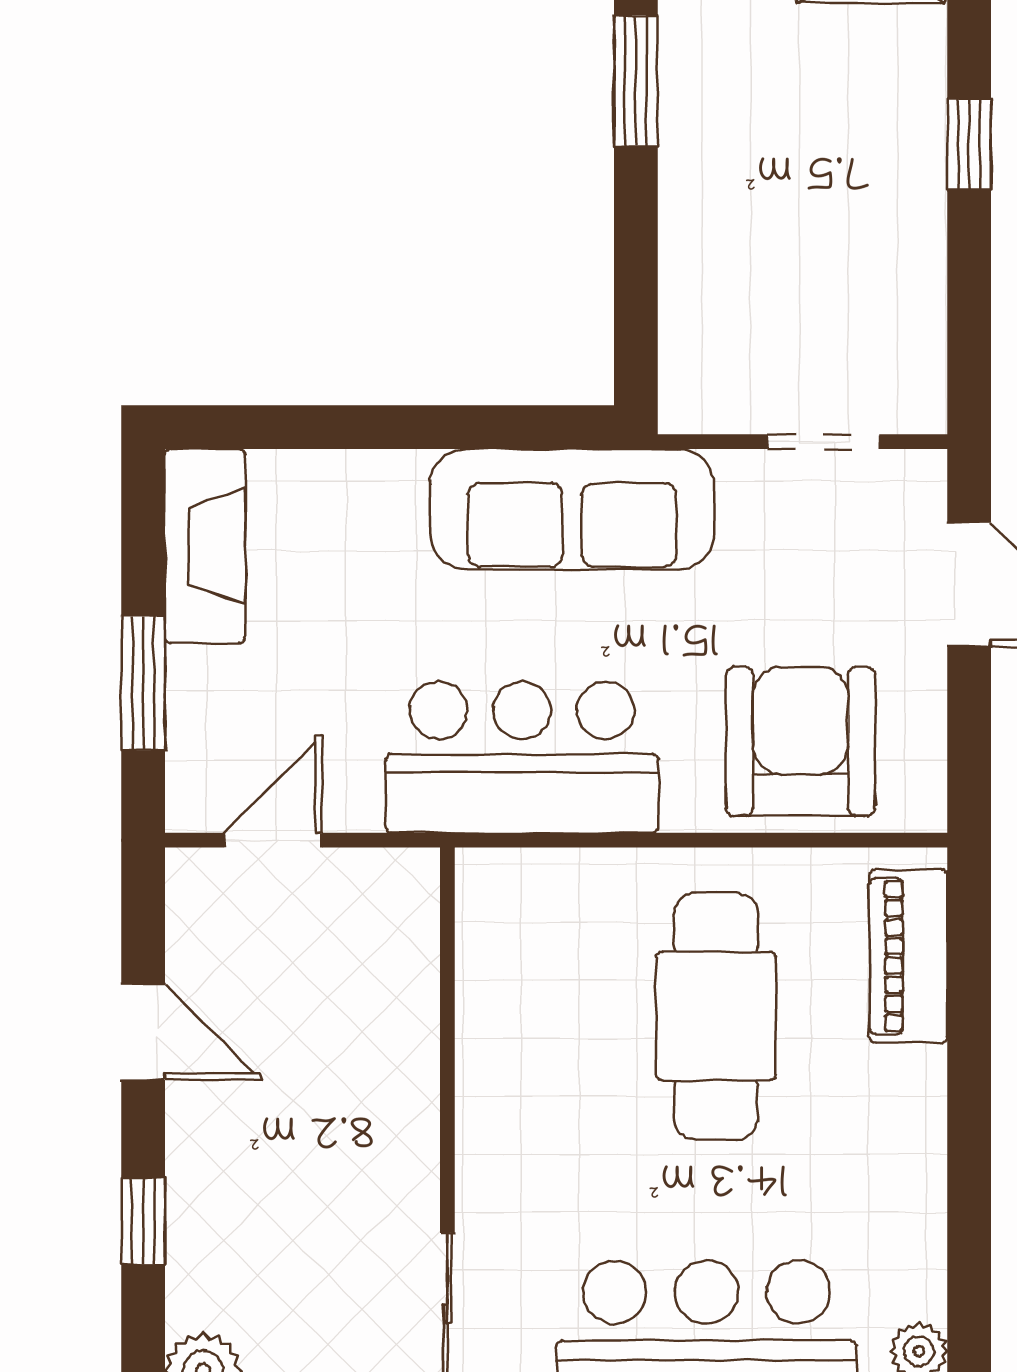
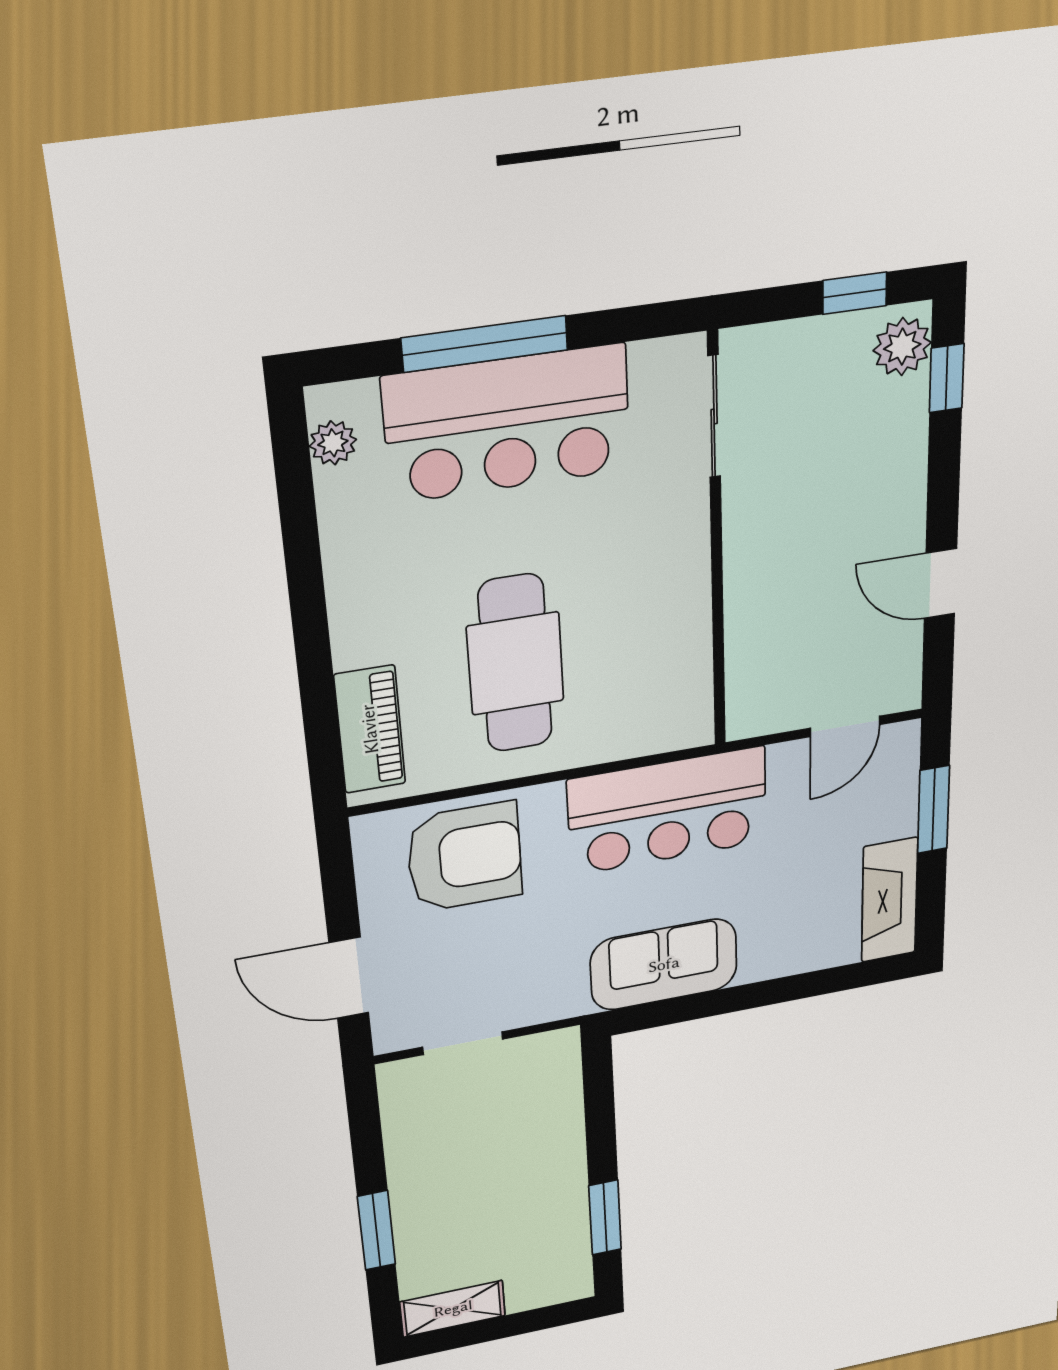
window: (969, 144) -> (377, 1230), width x1.50
sofa: (572, 509) -> (664, 965), width x0.73
armchair: (800, 741) -> (465, 857), turned -90
window: (143, 1221) -> (947, 378), moved

